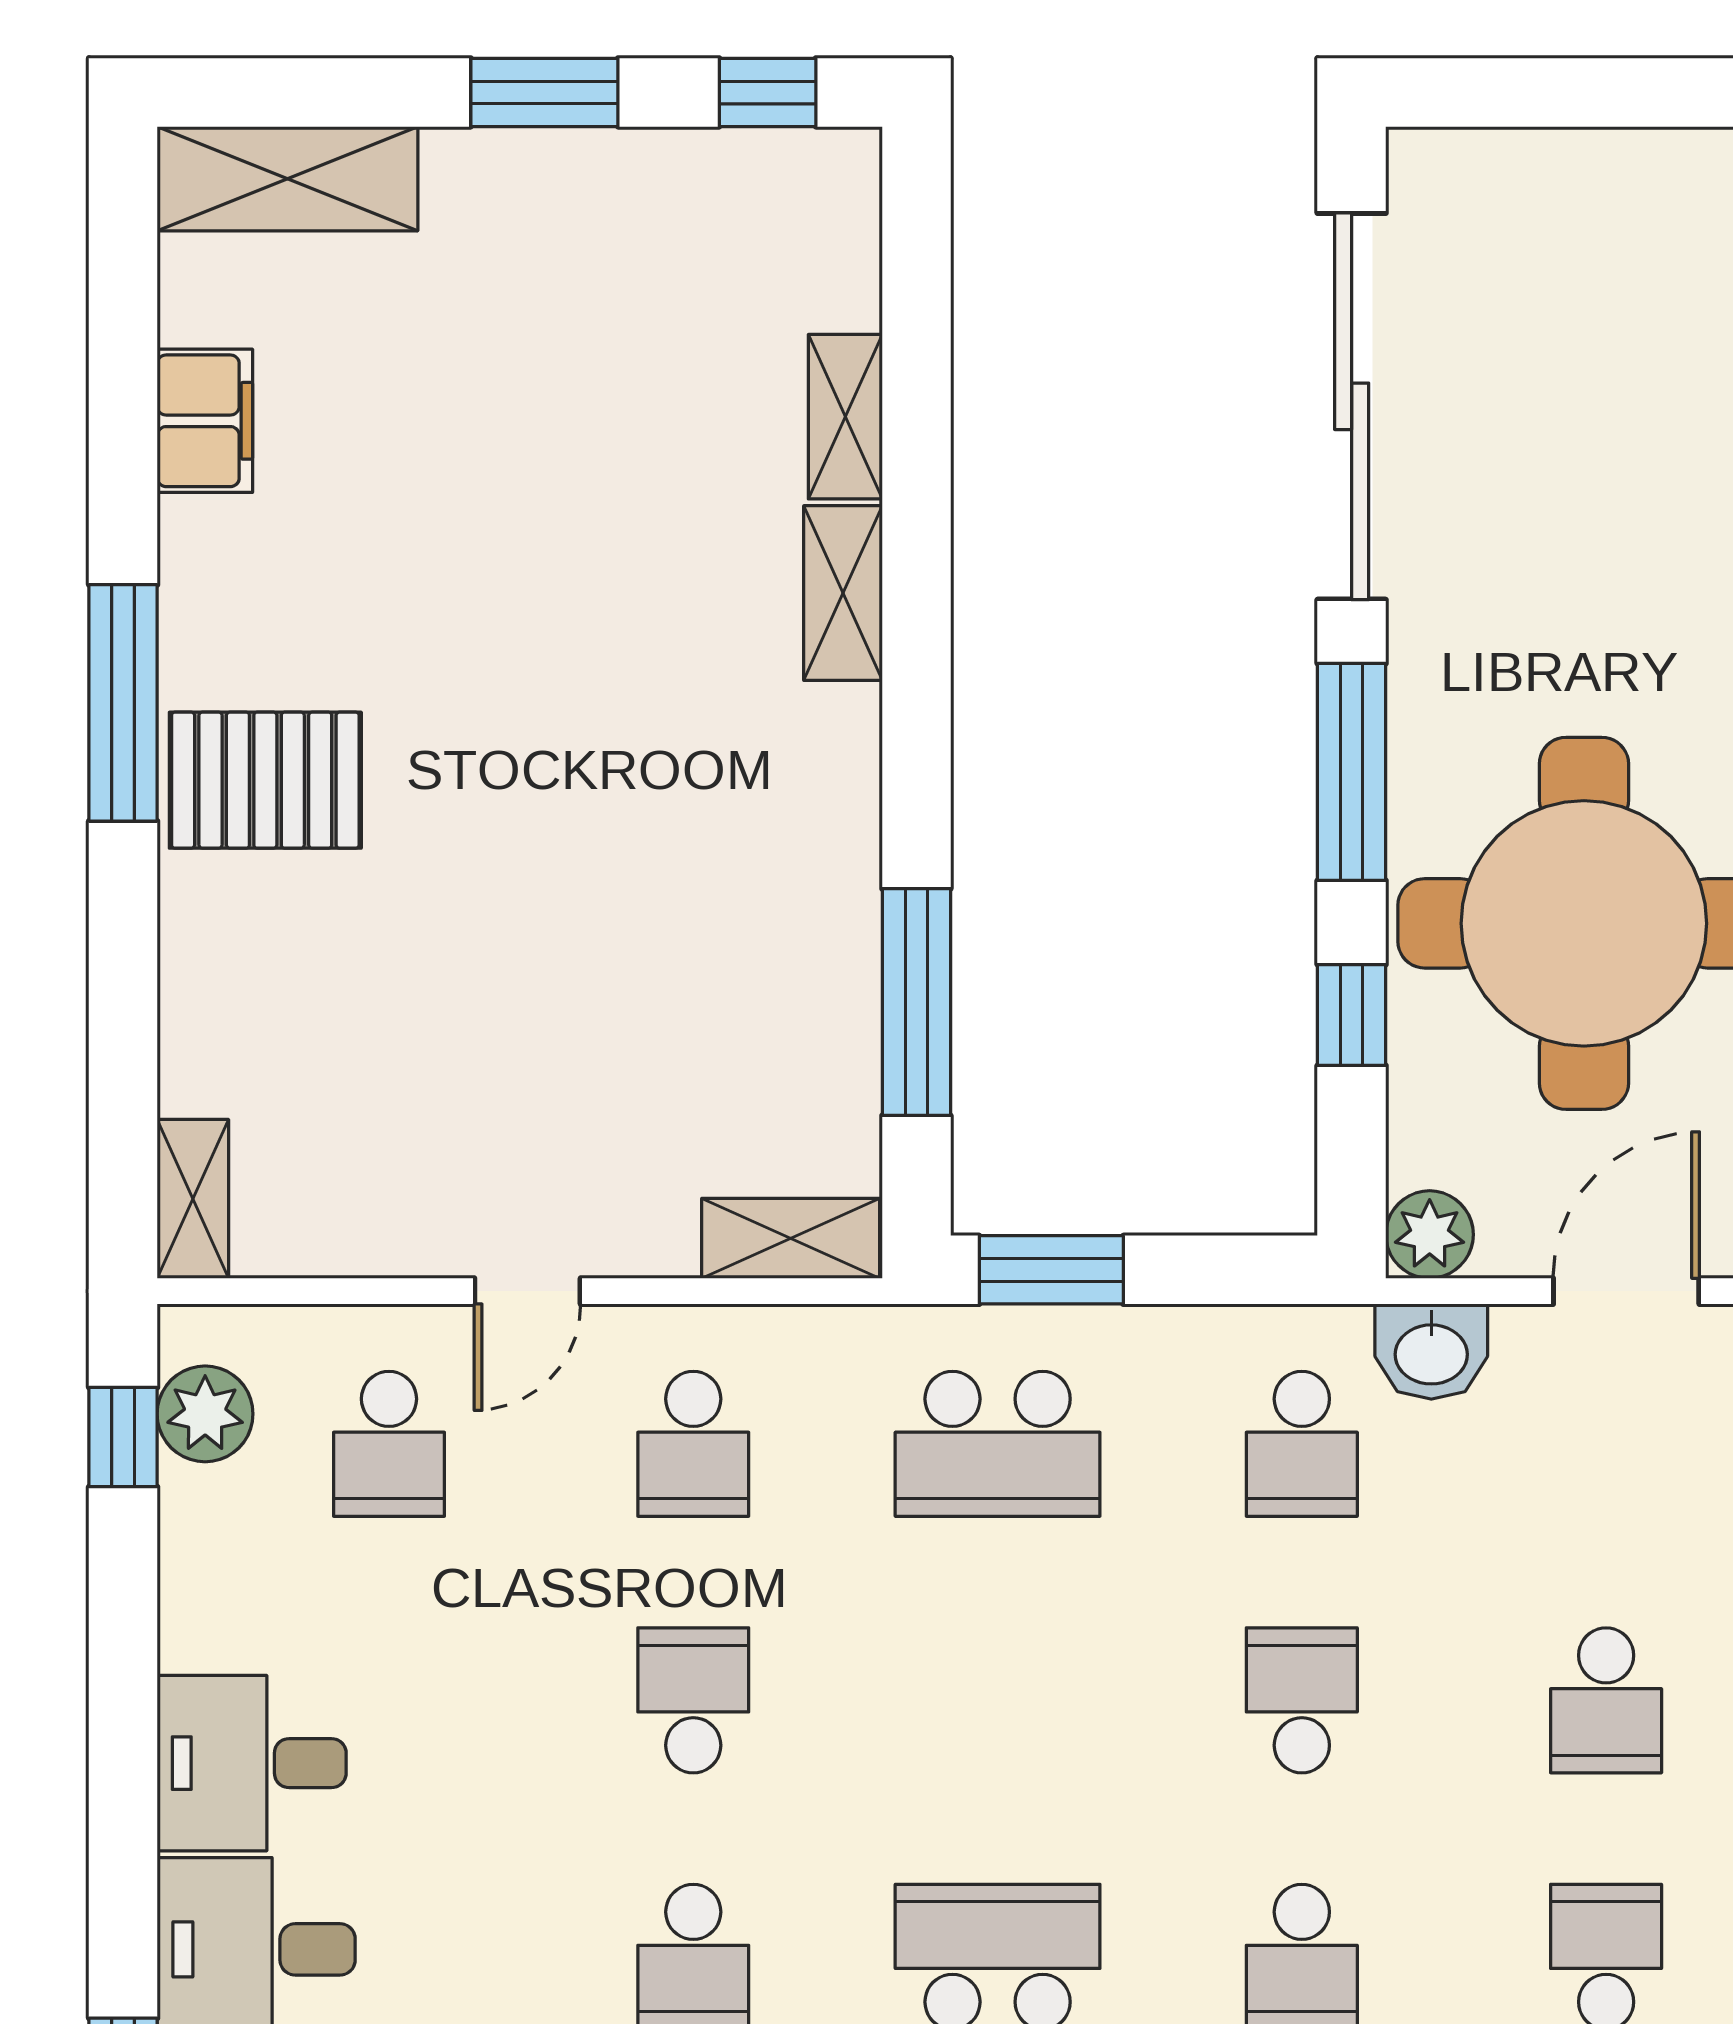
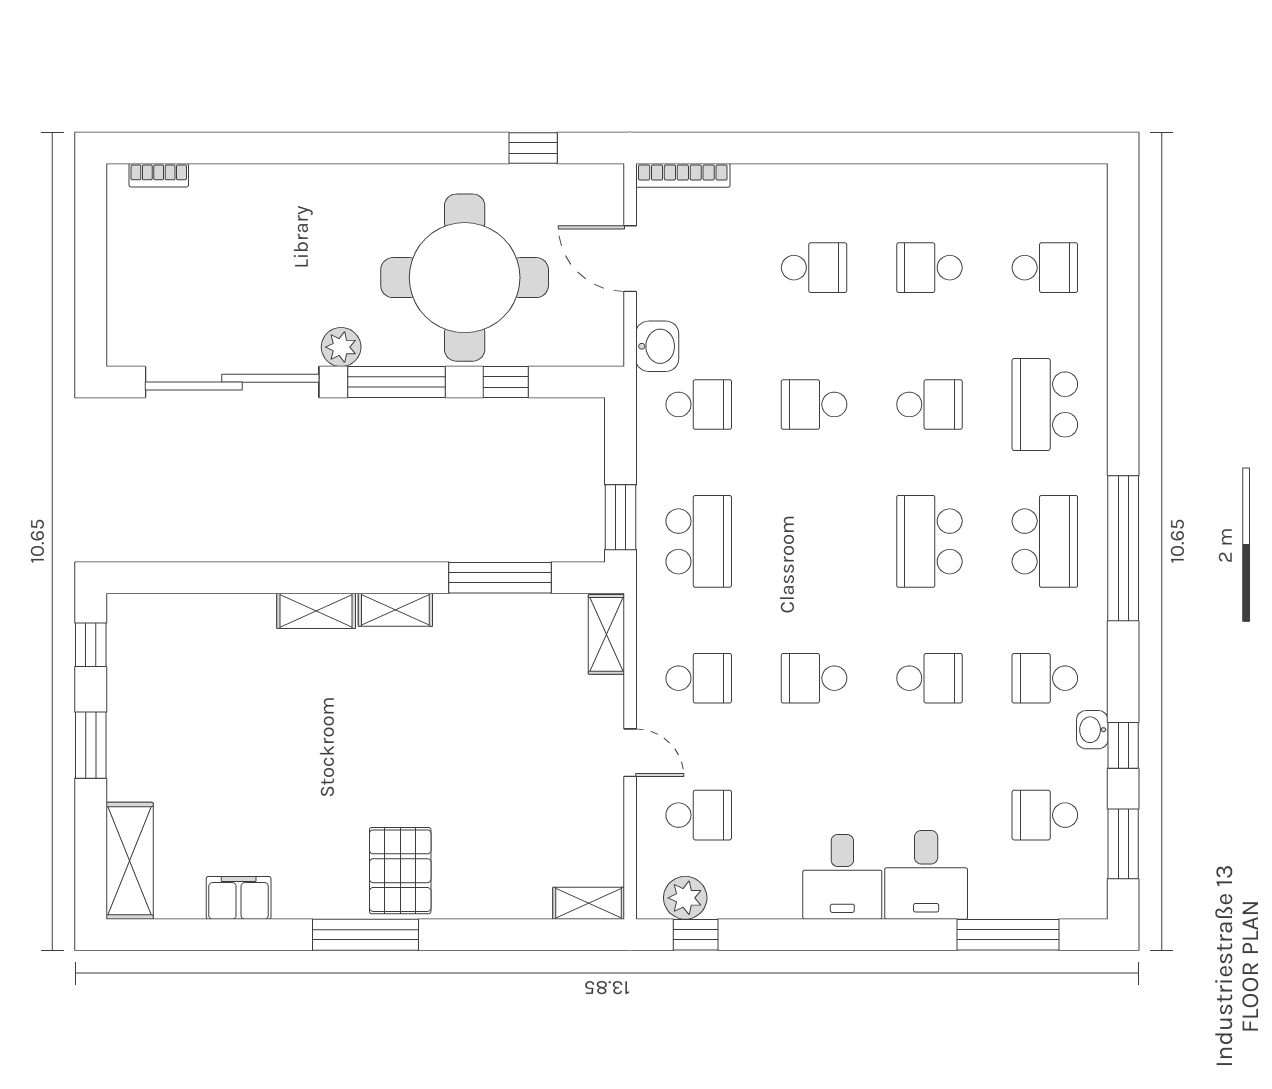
shelving: (845, 417) -> (395, 610), moved
plant: (1430, 1235) -> (341, 347), moved

